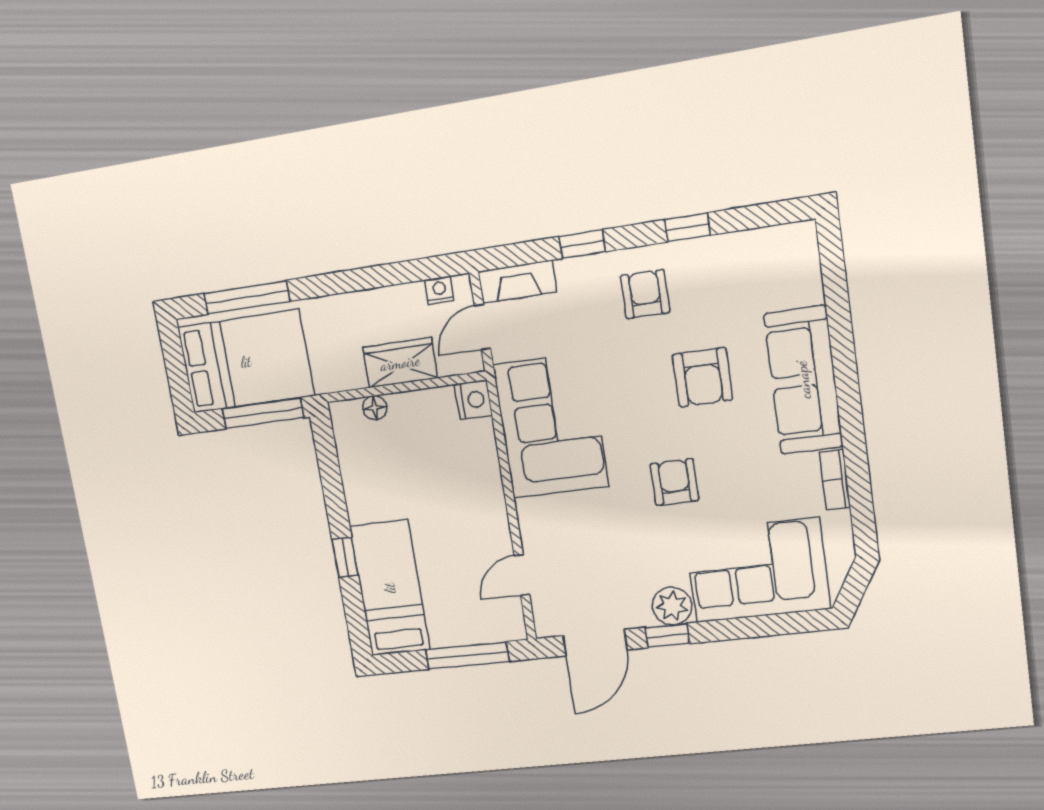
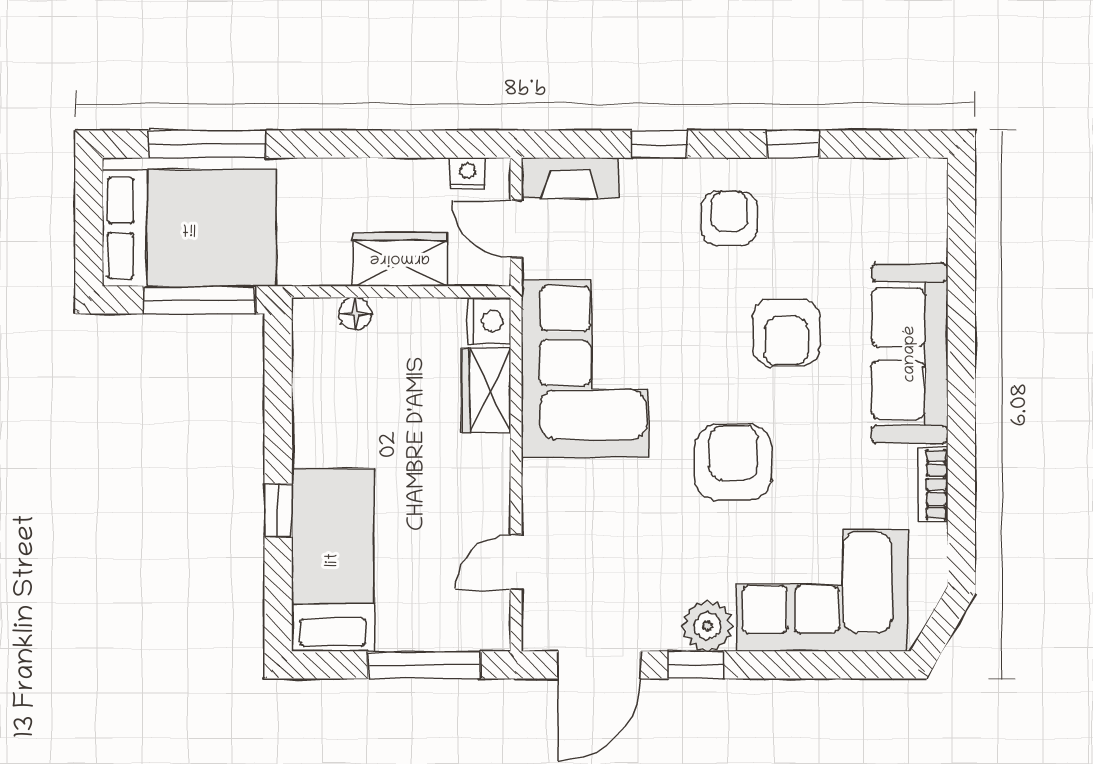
door: (482, 327) -> (516, 229), hinge flipped
wardrobe: (480, 452) -> (486, 390), added
armchair: (675, 482) -> (733, 462), width x1.38, depth x1.38

